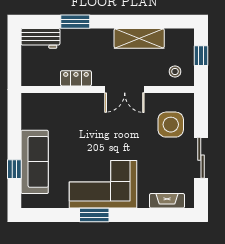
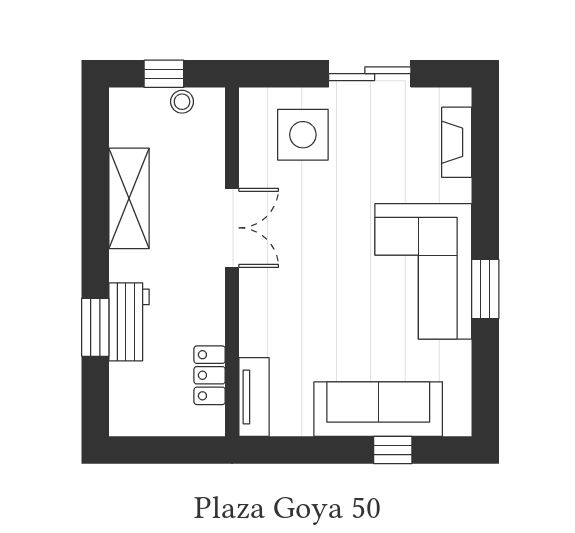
workbench: (40, 38) -> (129, 322), moved
stool: (175, 71) -> (182, 102), moved
locker: (76, 78) -> (210, 375), moved
tv unit: (41, 100) -> (254, 397), added

